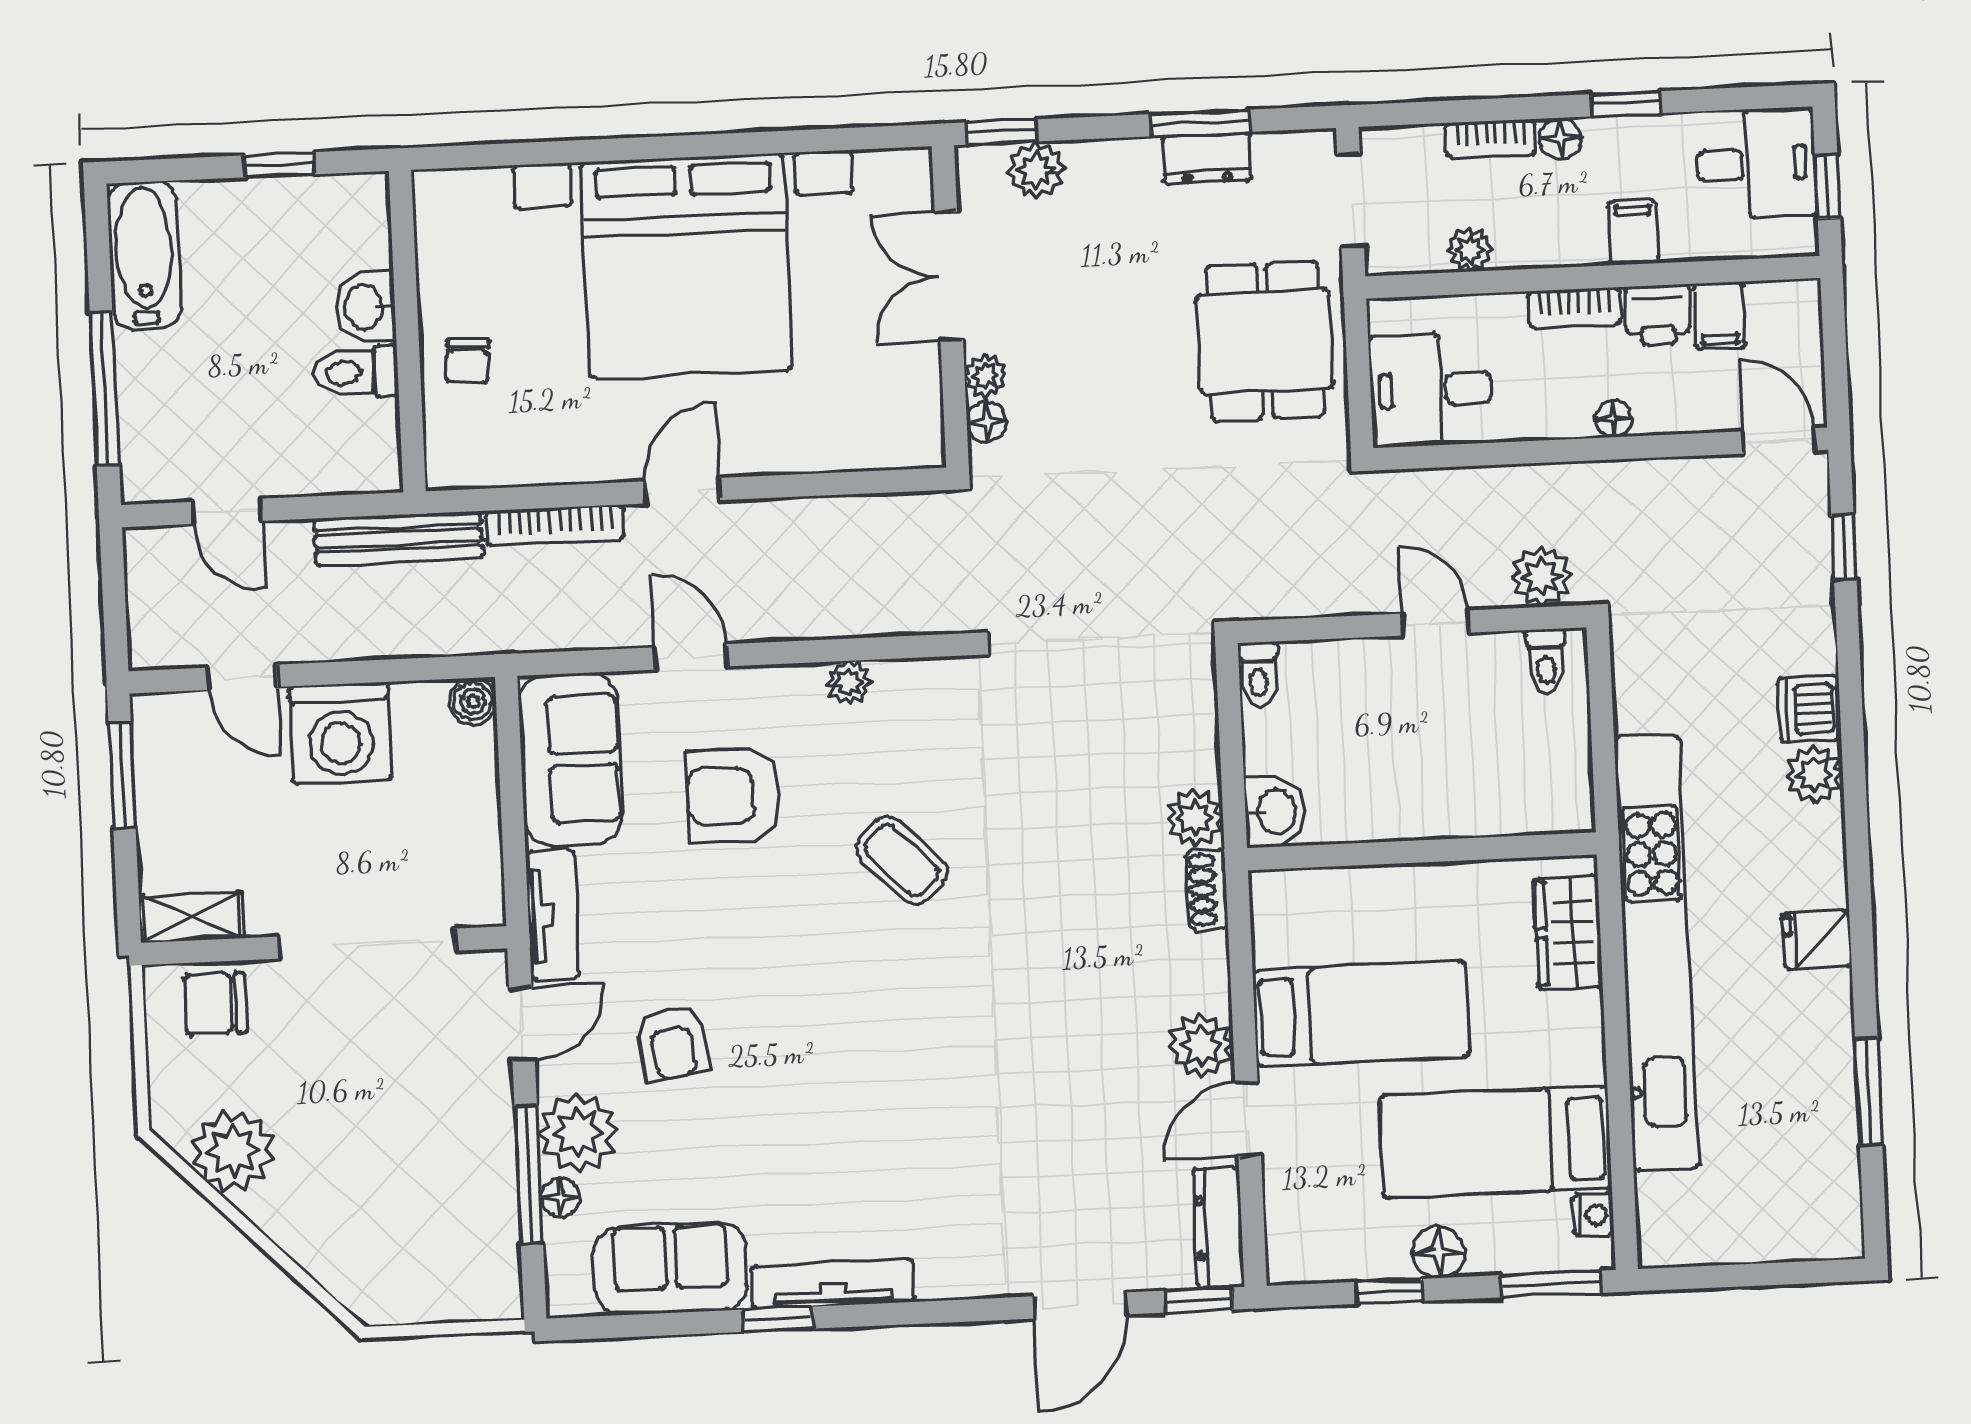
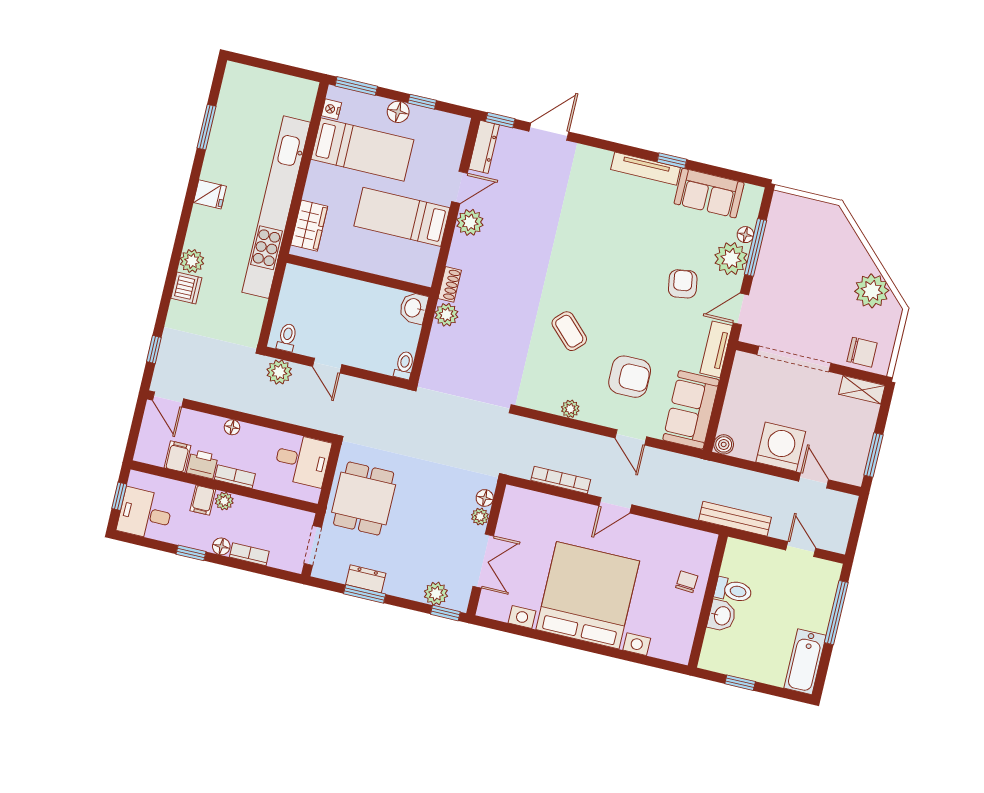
plant: (1470, 250) -> (224, 501), moved
bookcase: (555, 525) -> (561, 480), moved

